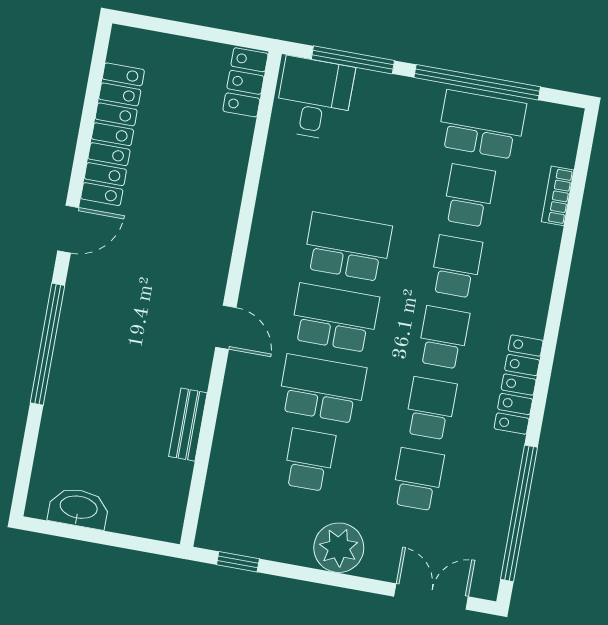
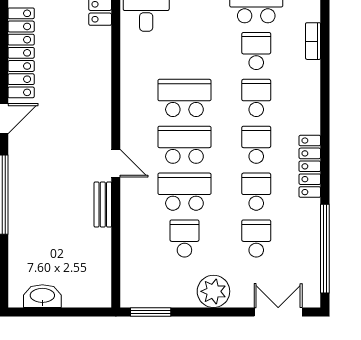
bench: (188, 425) -> (103, 204), moved
window: (238, 562) -> (151, 312), width x1.50

